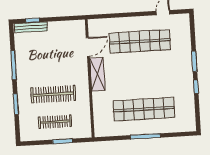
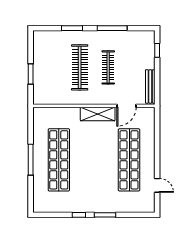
bench: (31, 27) -> (150, 86), moved
door: (88, 47) -> (126, 106), hinge flipped
clothes rail: (55, 122) -> (108, 67), moved

